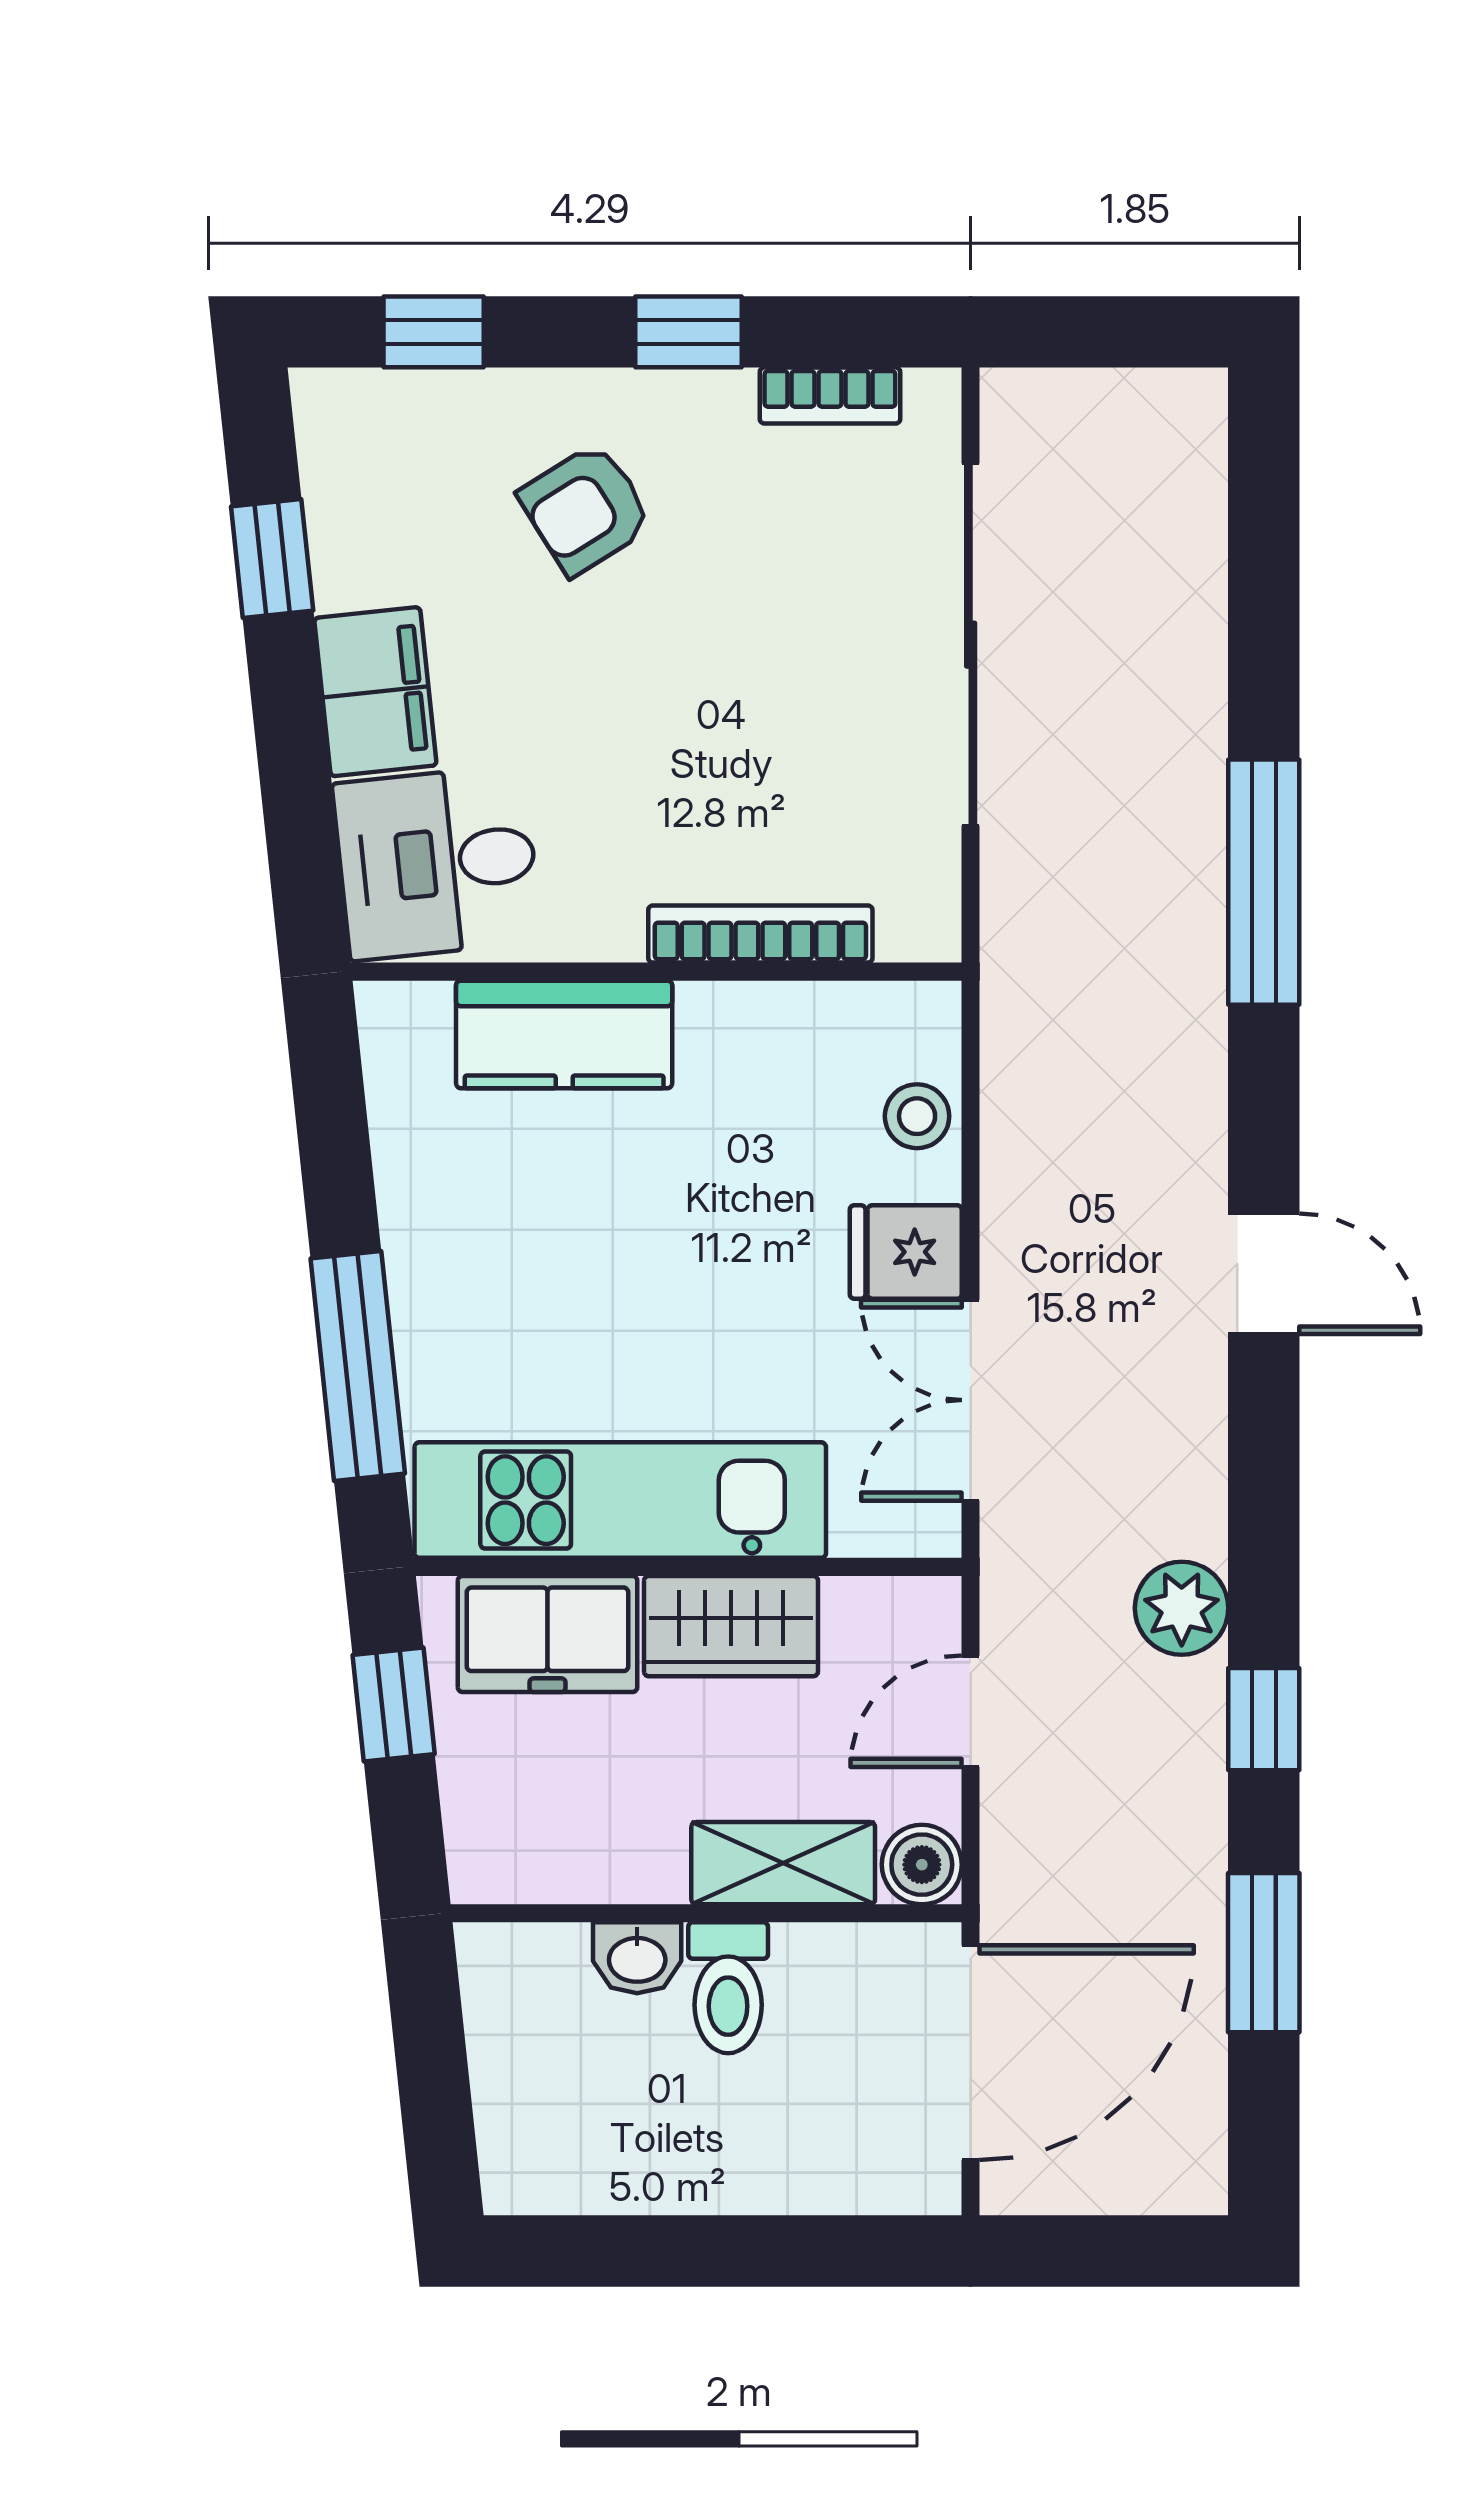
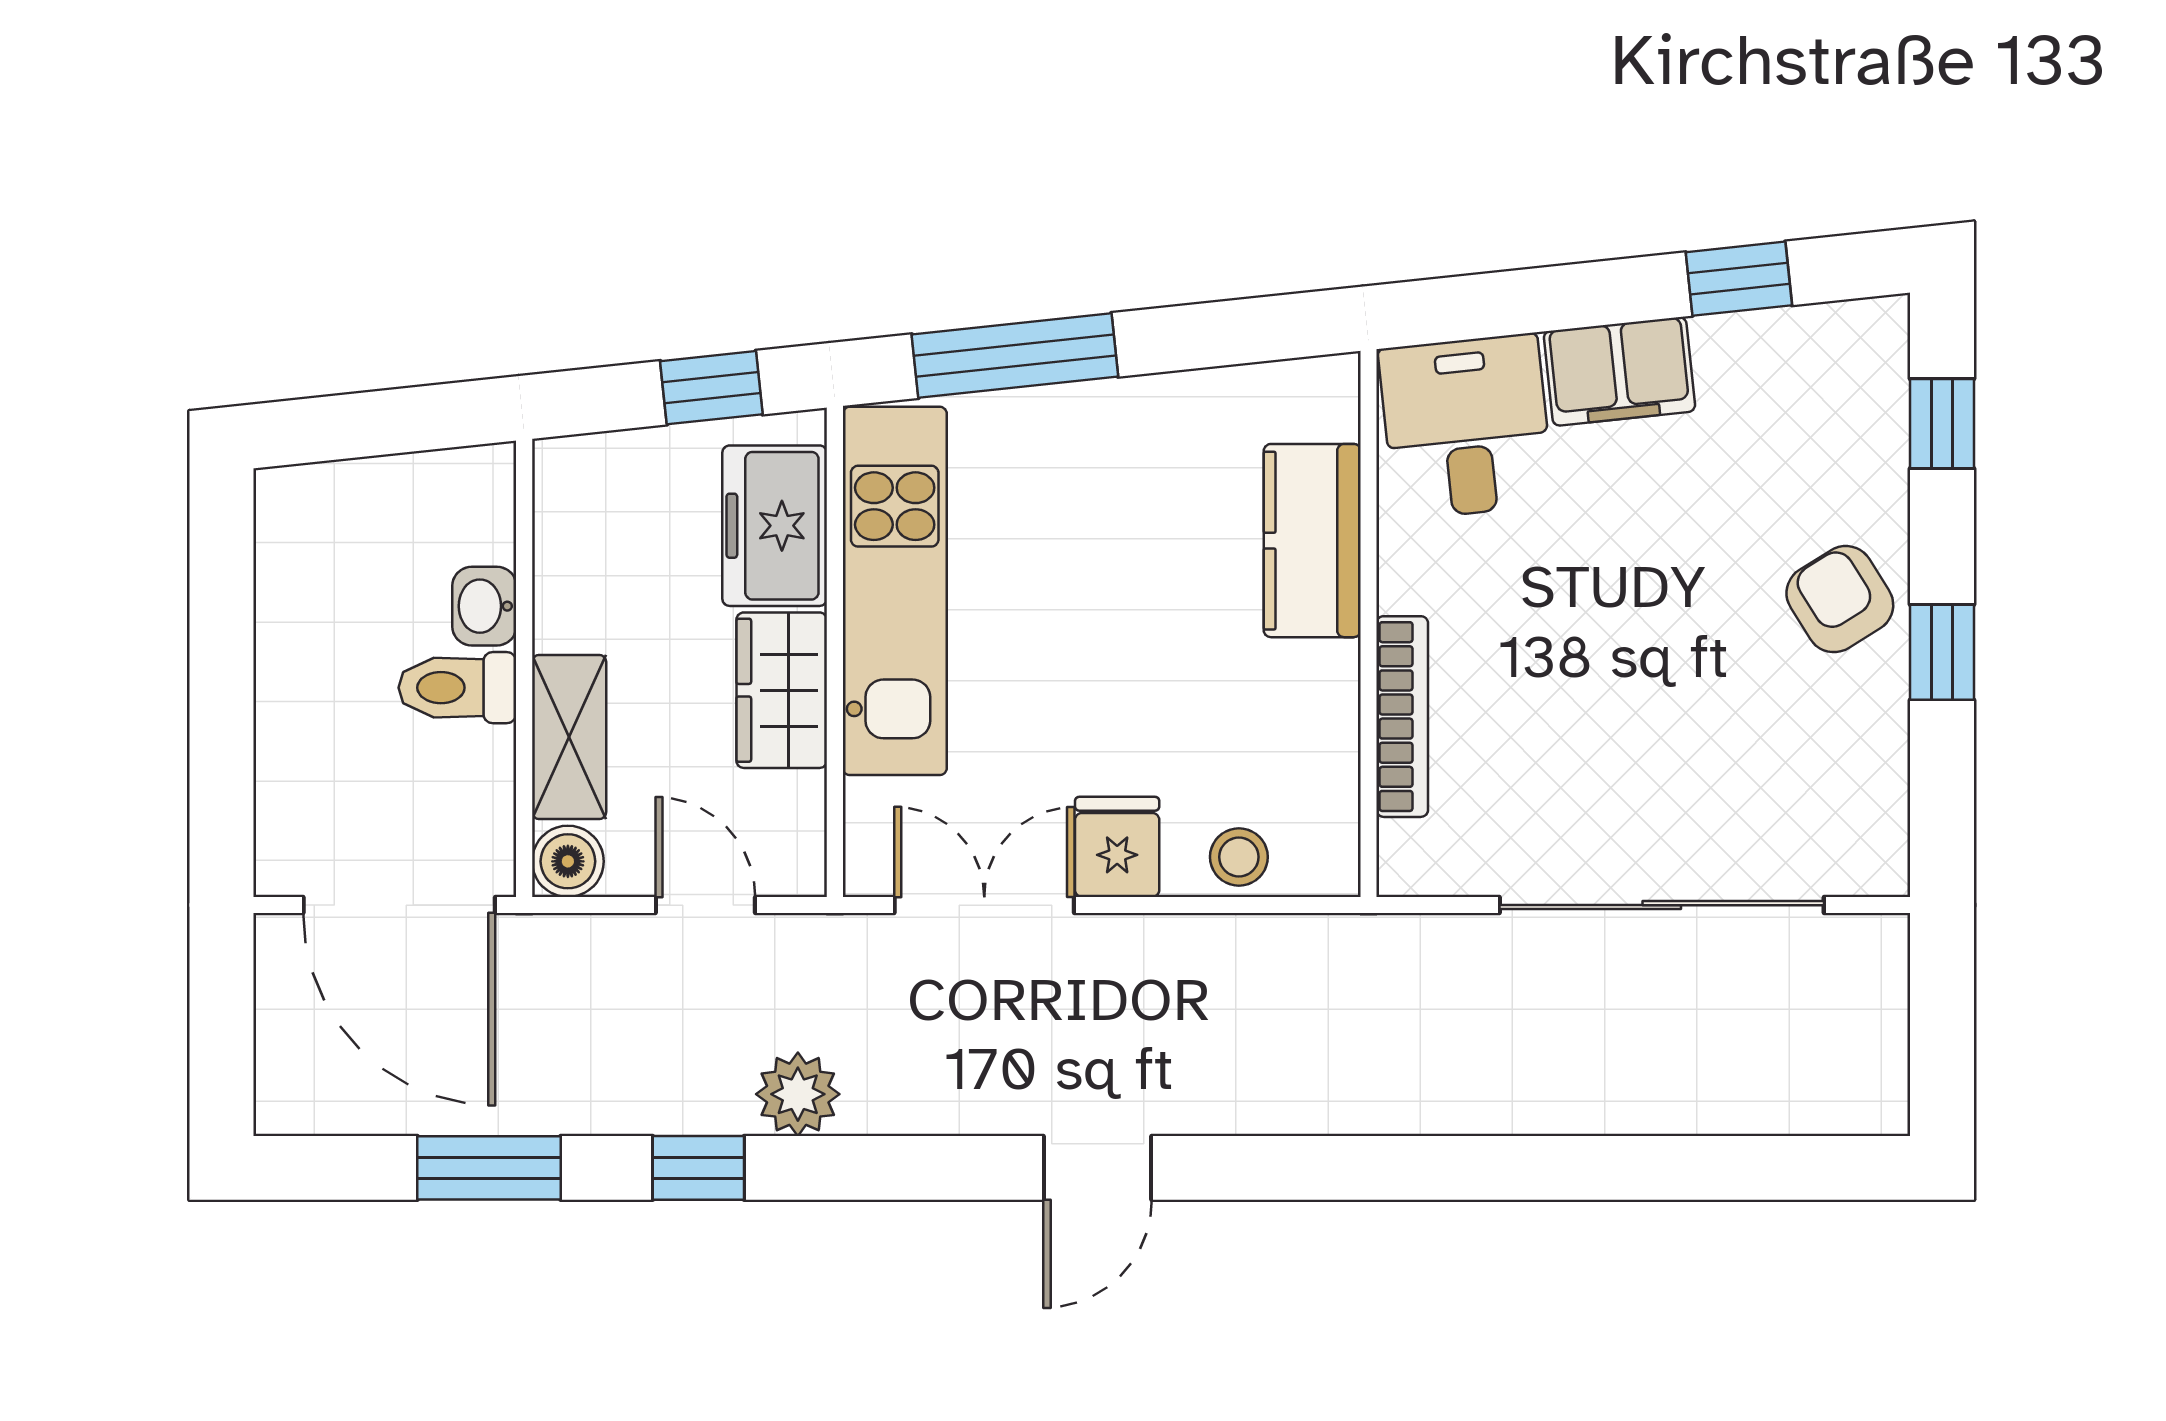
bookcase: (830, 396) -> (1885, 779), removed
armchair: (586, 509) -> (1840, 599), moved
window: (1264, 882) -> (1449, 1168), removed

